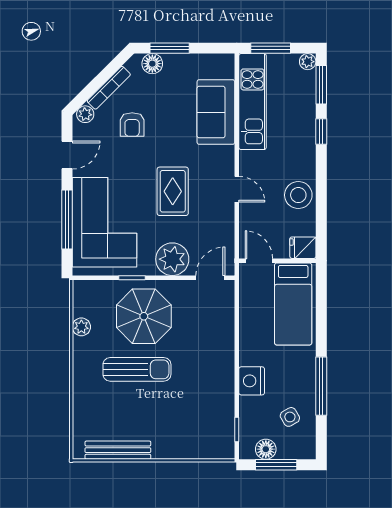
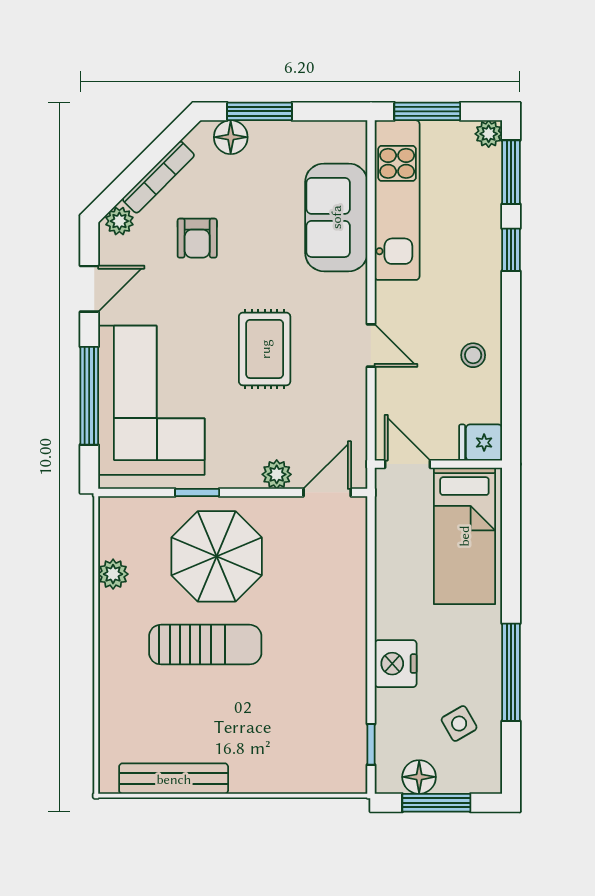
stool: (298, 195) -> (473, 355), width x0.53, depth x0.53
plant: (172, 259) -> (277, 474), width x0.53, depth x0.53

